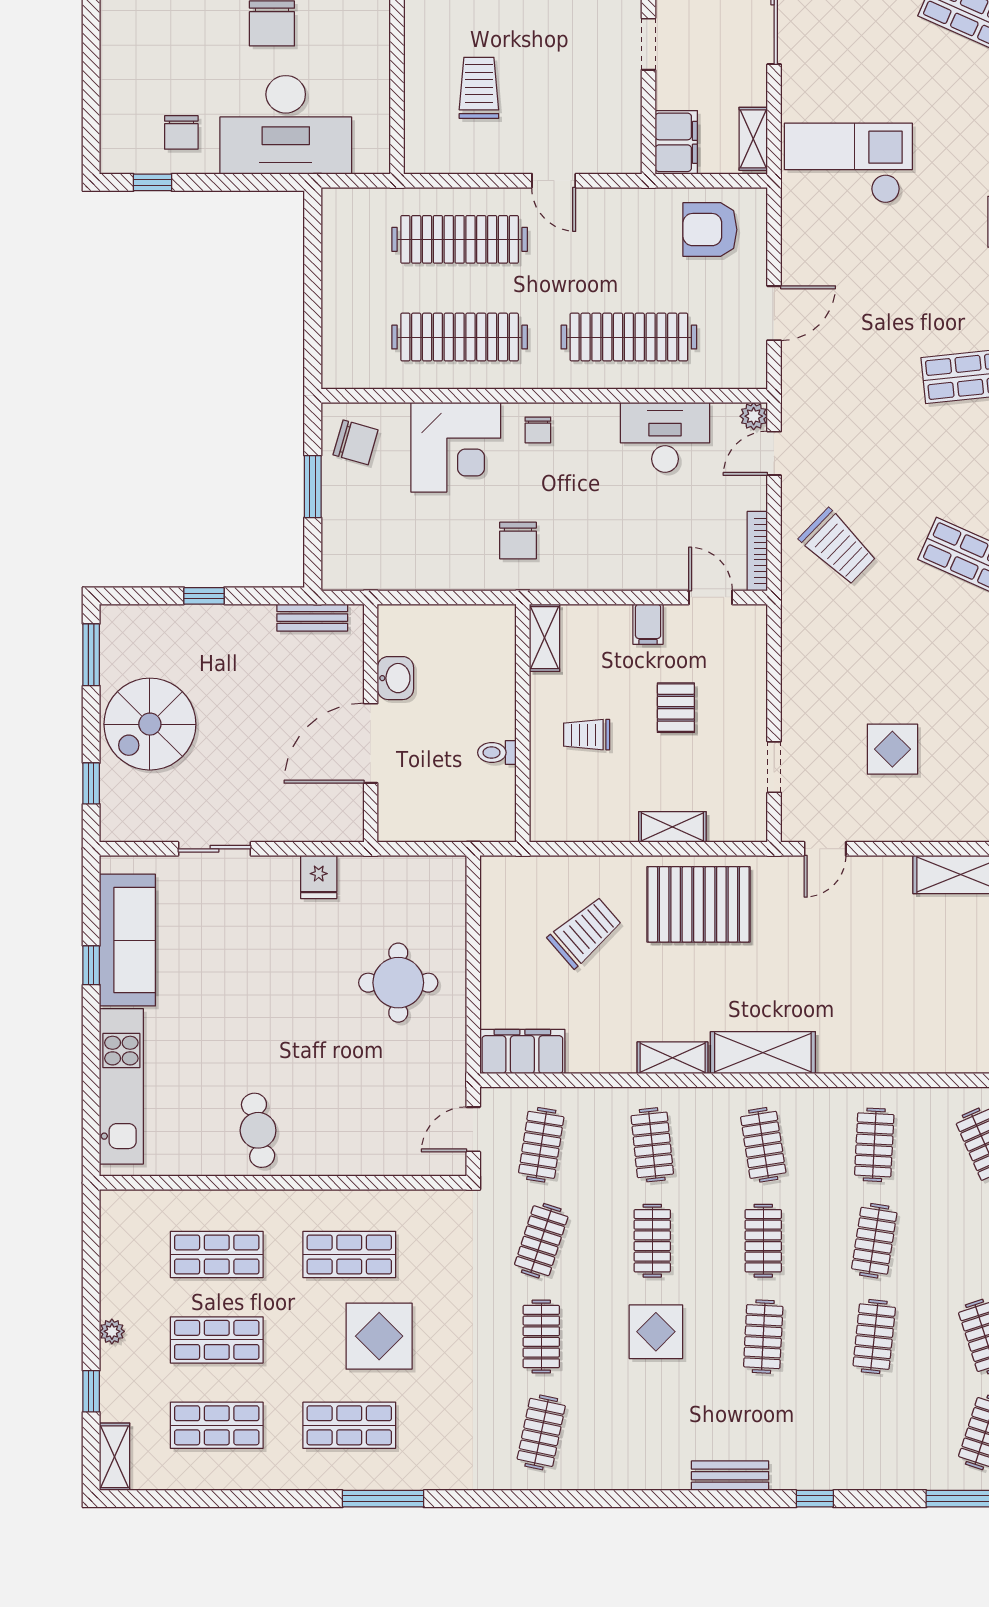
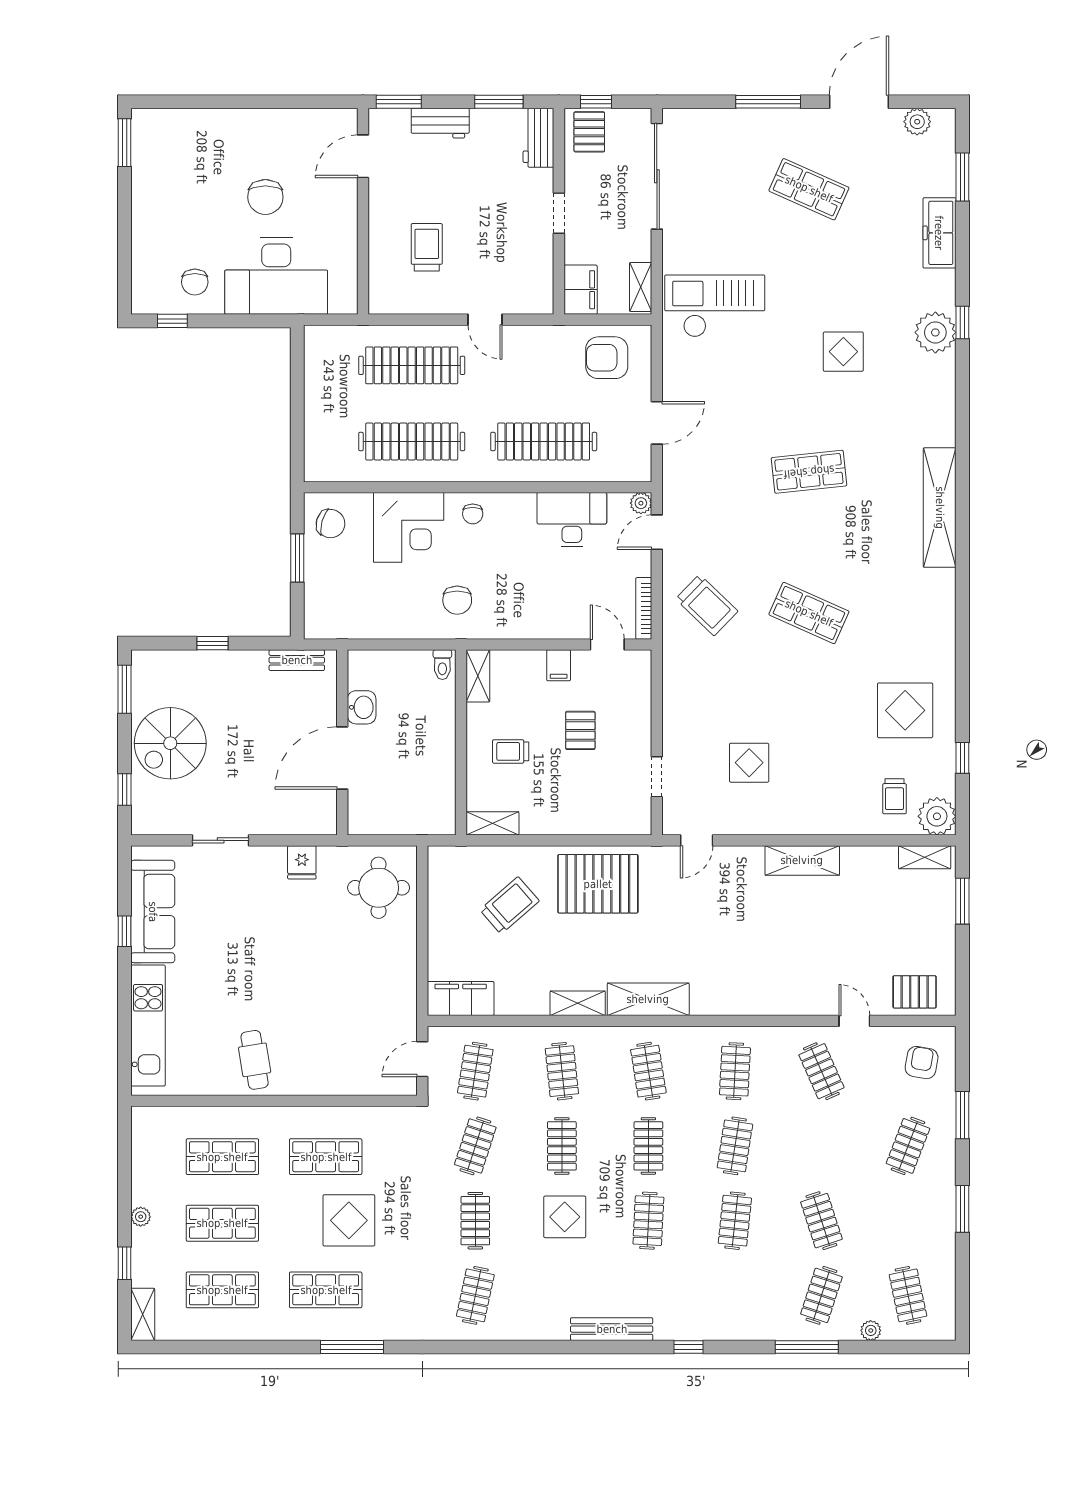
toilet: (497, 753) -> (442, 665), moved, turned -90
shelving: (672, 827) -> (492, 823), moved
round table: (398, 983) -> (379, 888), moved
bench: (730, 1476) -> (612, 1329), width x1.36

